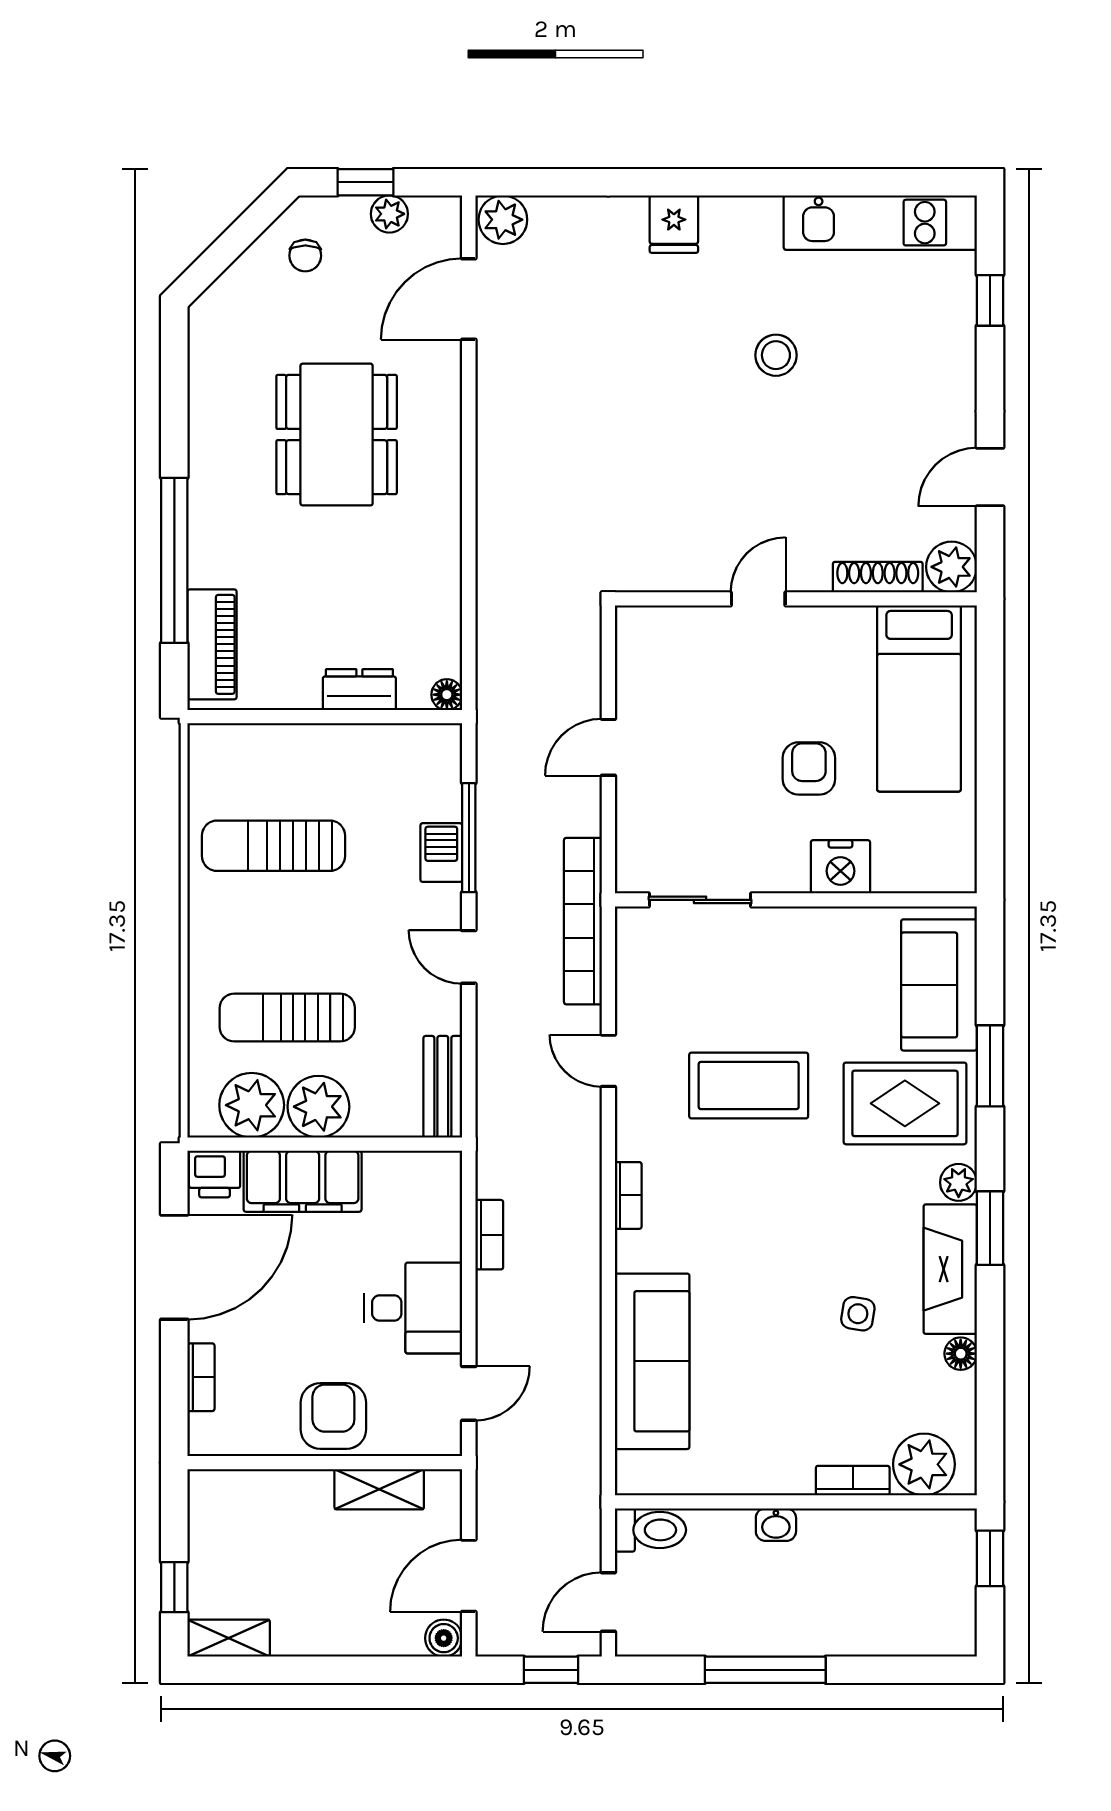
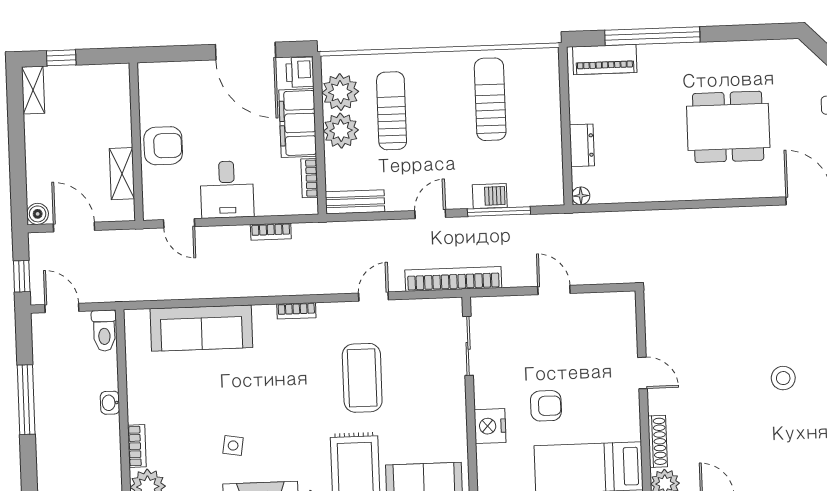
bookcase: (201, 1377) -> (309, 178), moved, turned 90

